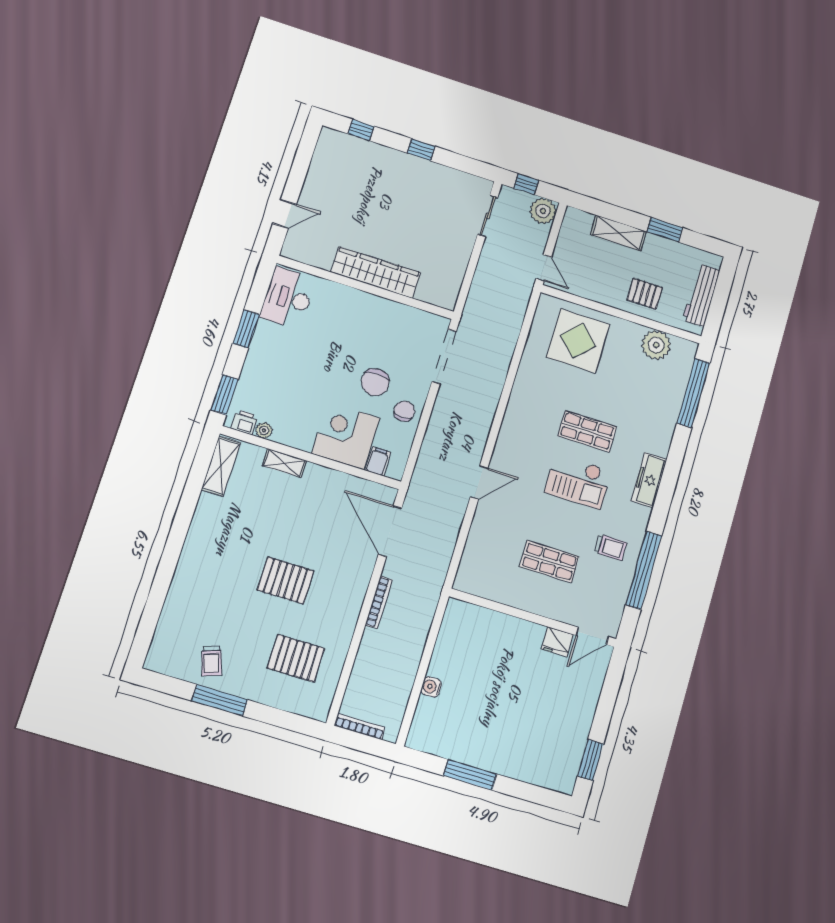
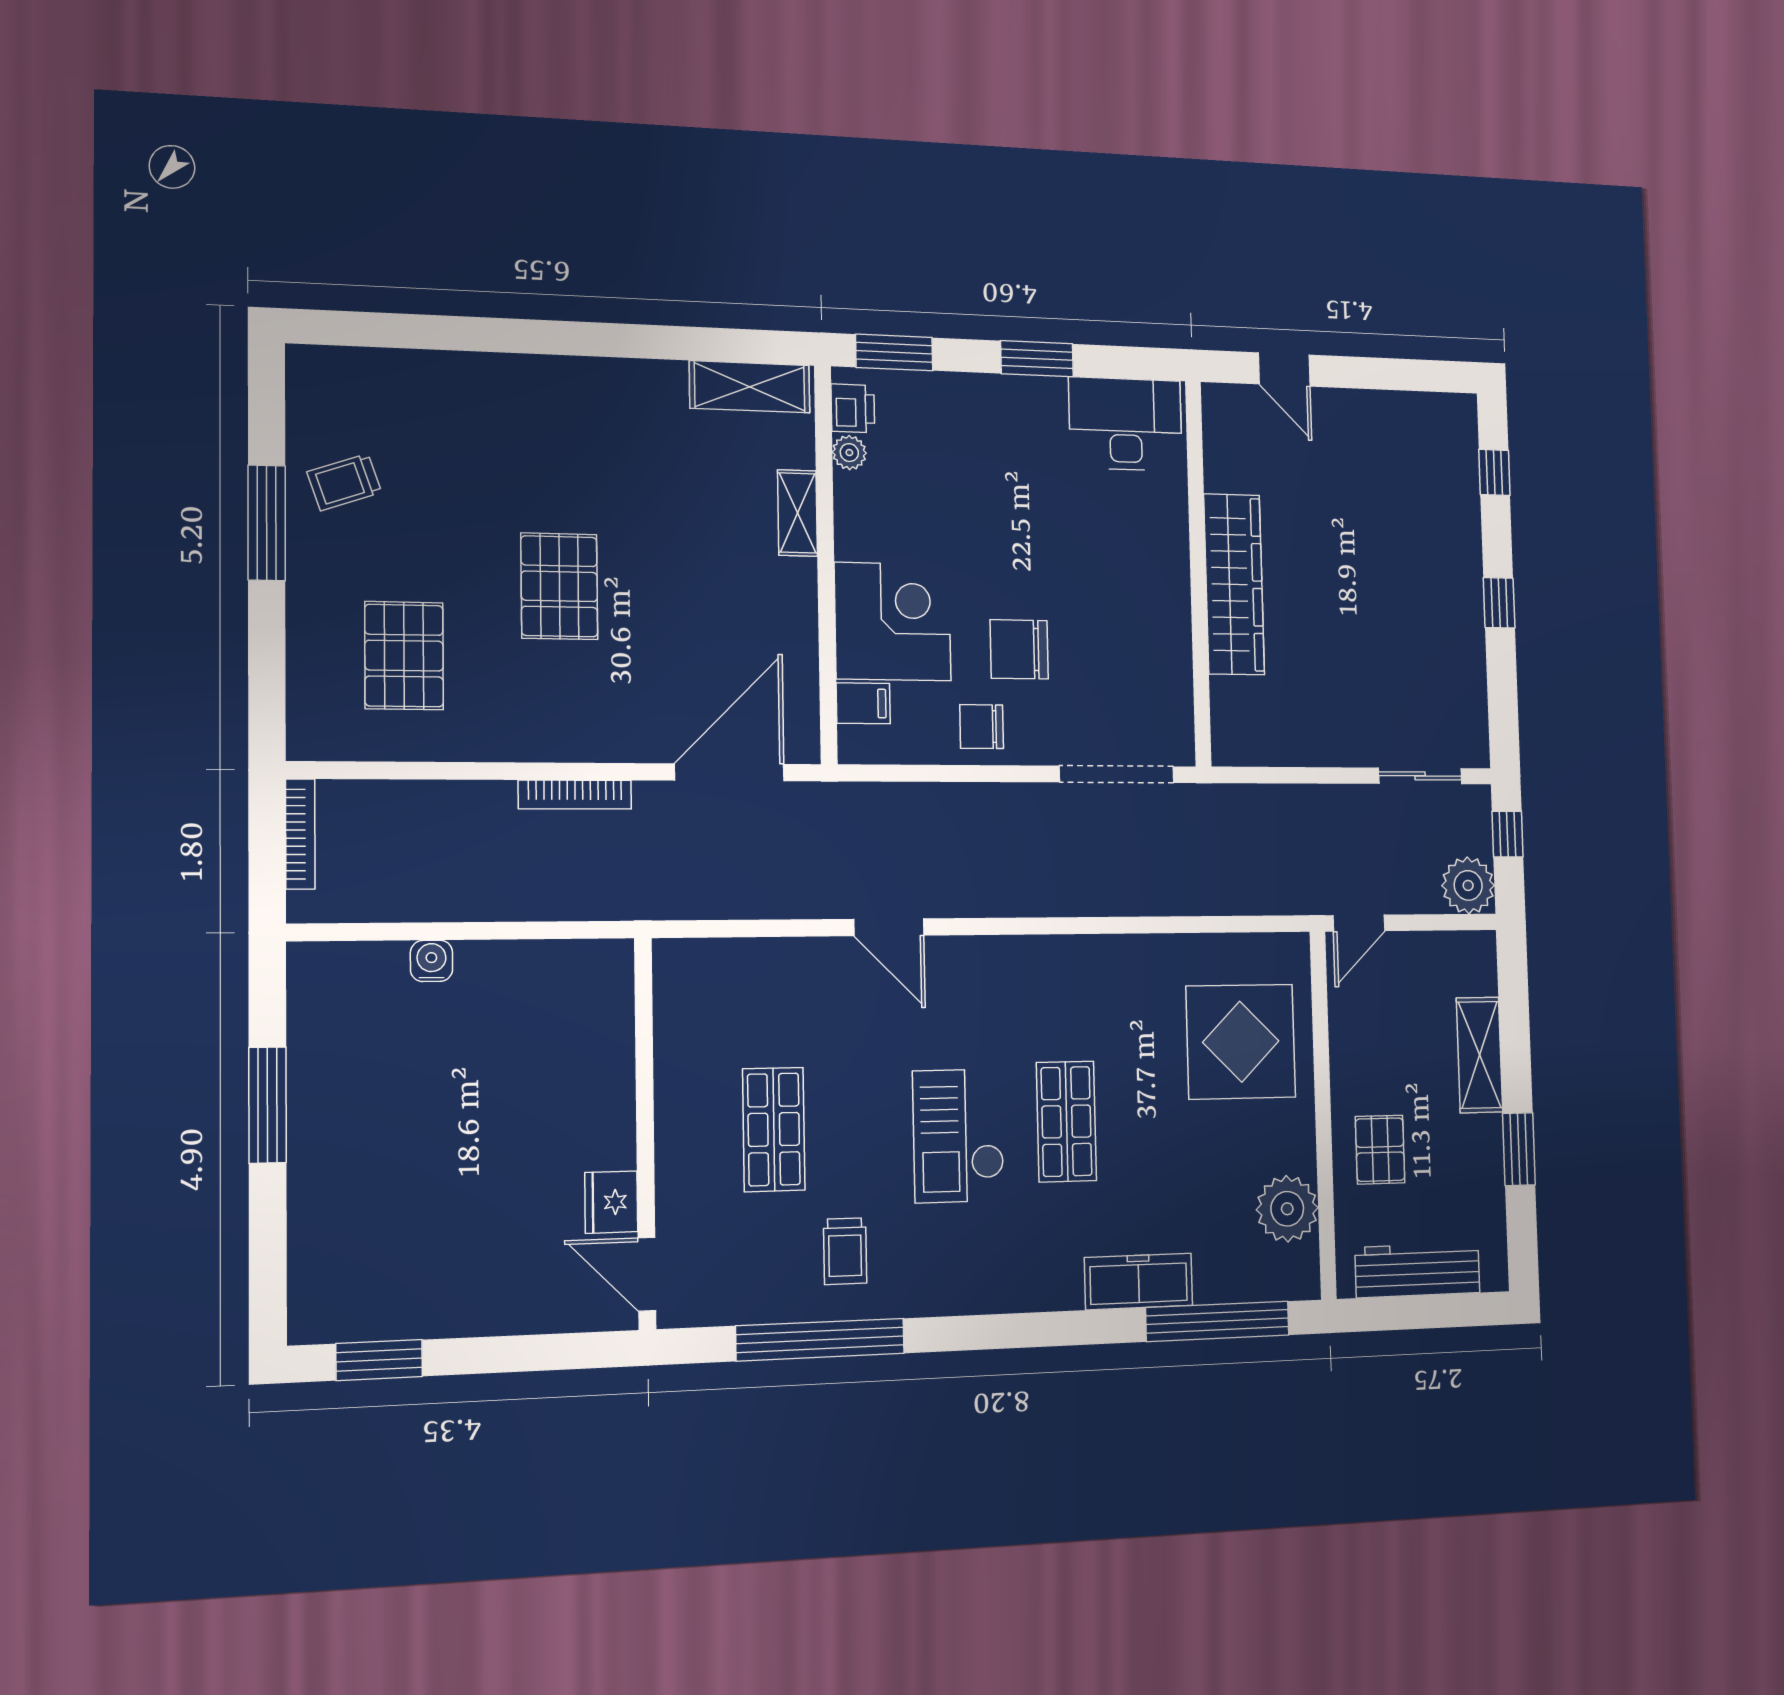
chair: (404, 411) -> (982, 727), turned 180
freezer: (649, 480) -> (1139, 1281), moved

